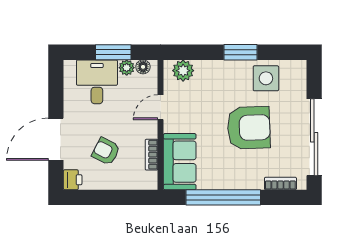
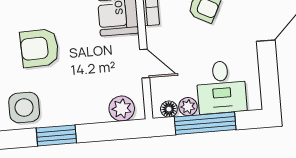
window: (113, 52) -> (205, 123), width x1.44
door: (161, 107) -> (145, 64), hinge flipped
armchair: (249, 128) -> (39, 48), width x0.73, depth x0.73

